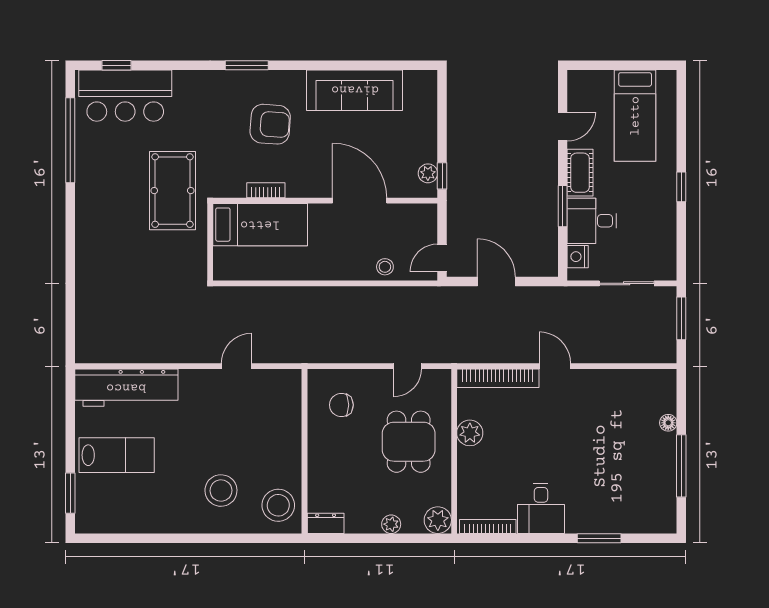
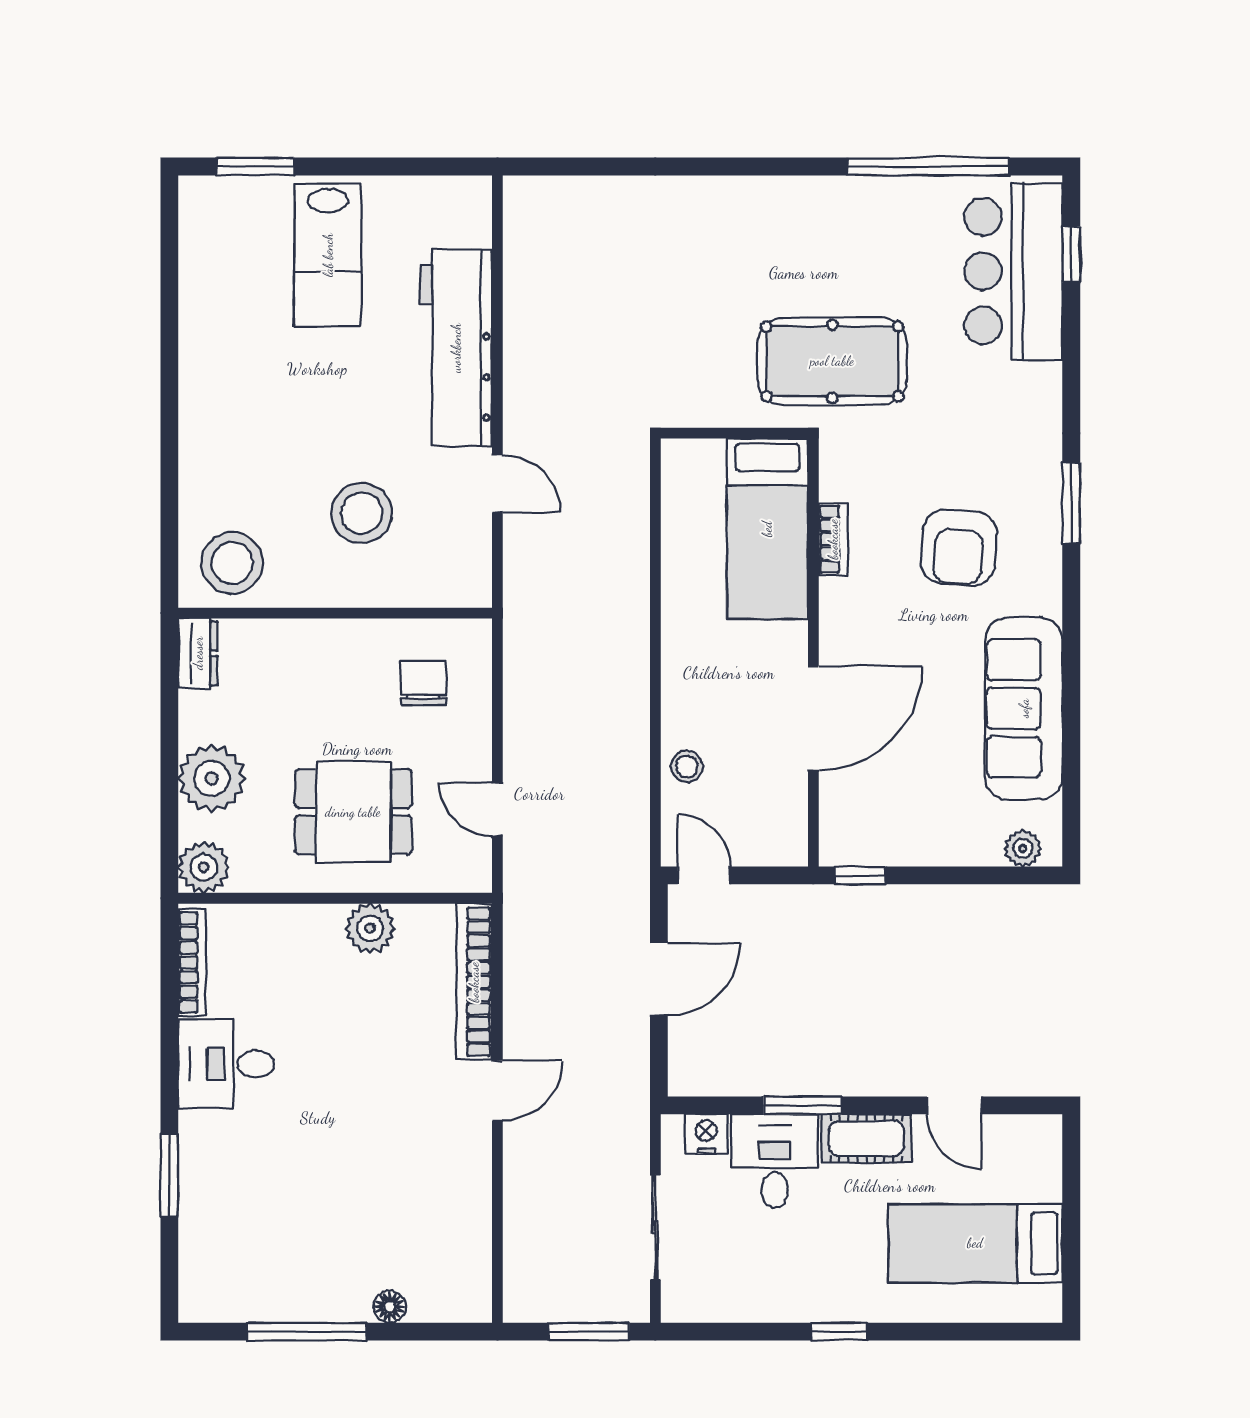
plant: (428, 173) -> (1023, 848), moved
workbench: (126, 388) -> (456, 348), moved
stool: (221, 491) -> (362, 513), moved
plant: (391, 524) -> (212, 778), width x1.88, depth x1.88

